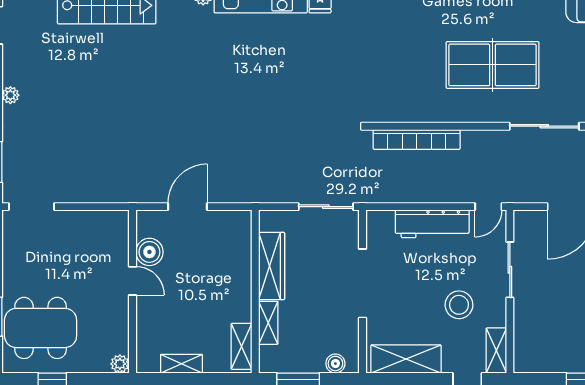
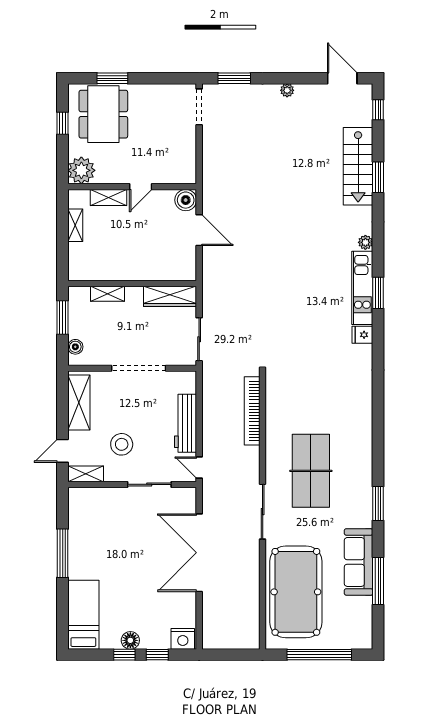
boiler: (149, 252) -> (186, 200), moved
wardrobe: (272, 266) -> (170, 296), moved
shelving: (242, 346) -> (109, 197), moved
plant: (120, 364) -> (81, 170), width x1.87, depth x1.87

